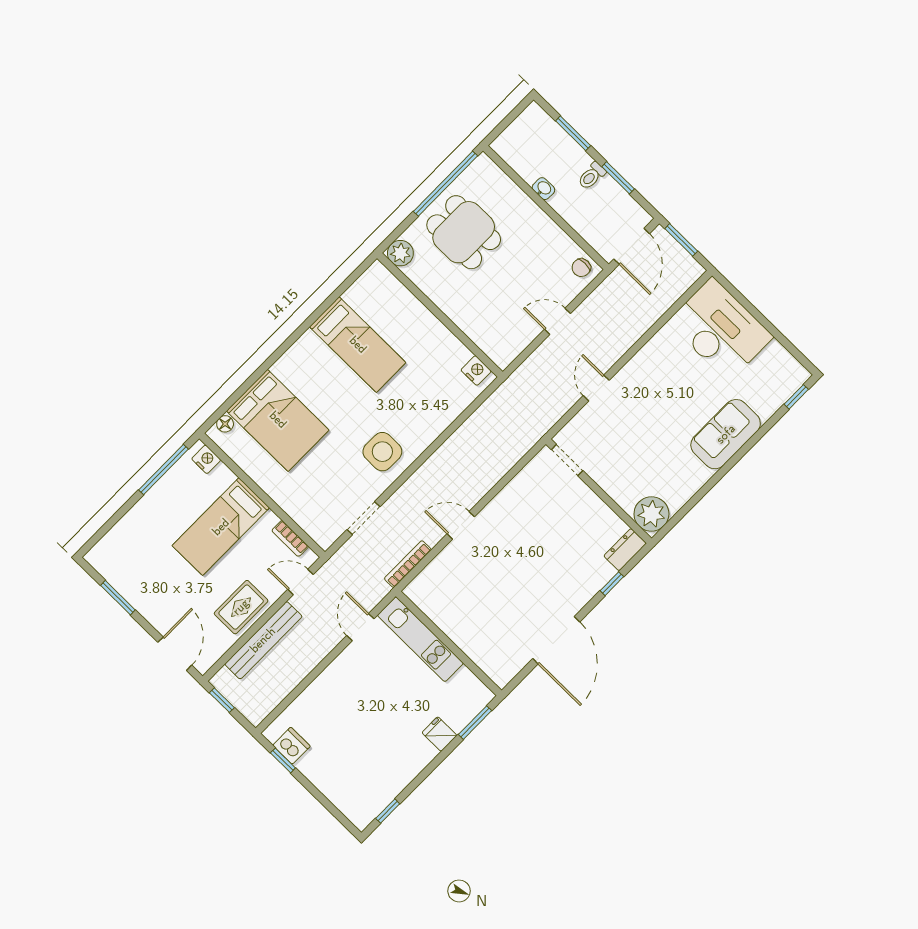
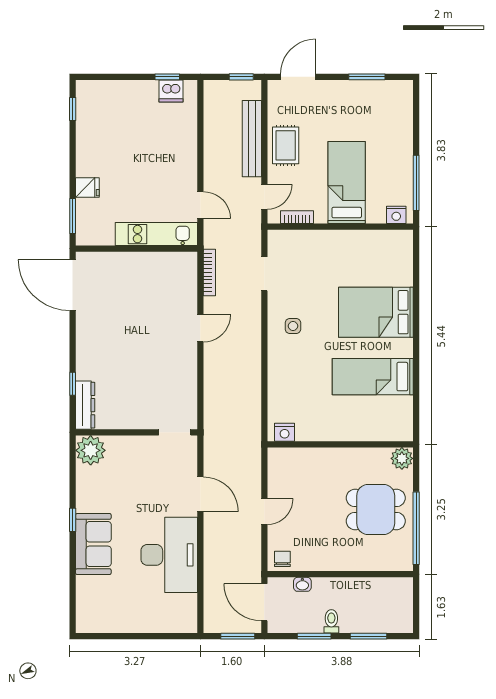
washbasin: (543, 189) -> (302, 584), moved
desk: (720, 329) -> (169, 555), moved, turned -90
door: (596, 388) -> (200, 494), width x1.38
window: (796, 397) -> (73, 520), moved
bed: (278, 420) -> (376, 312), moved
floor lamp: (225, 424) -> (406, 248), removed
side table: (382, 452) -> (293, 326), width x0.54, depth x0.54
dresser: (625, 550) -> (85, 405), width x1.44
door: (556, 640) -> (73, 285), moved
door: (175, 654) -> (298, 77), swing flipped

